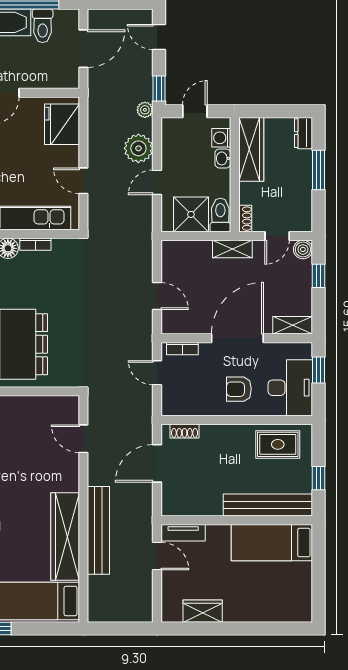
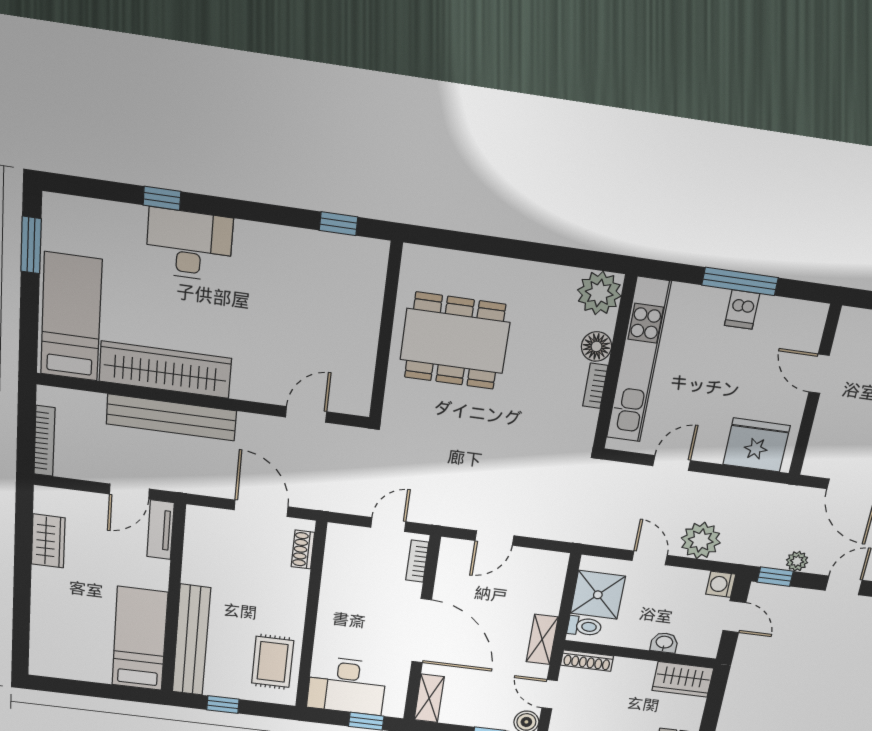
plant: (145, 110) -> (797, 561), moved
washing machine: (221, 138) -> (721, 584), moved, turned -90
wardrobe: (251, 149) -> (683, 679), width x0.67
toilet: (220, 215) -> (584, 626), width x0.73, depth x0.72
shoe rack: (245, 219) -> (587, 661), width x1.43
armchair: (239, 389) -> (352, 624), removed
bookcase: (128, 616) -> (44, 441), added

